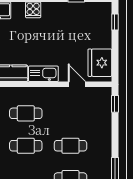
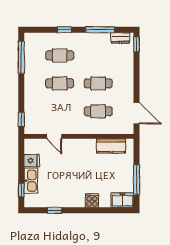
fridge: (100, 63) -> (32, 161), width x0.53, depth x0.75
kitchen sink: (43, 74) -> (31, 181), moved, turned -90

